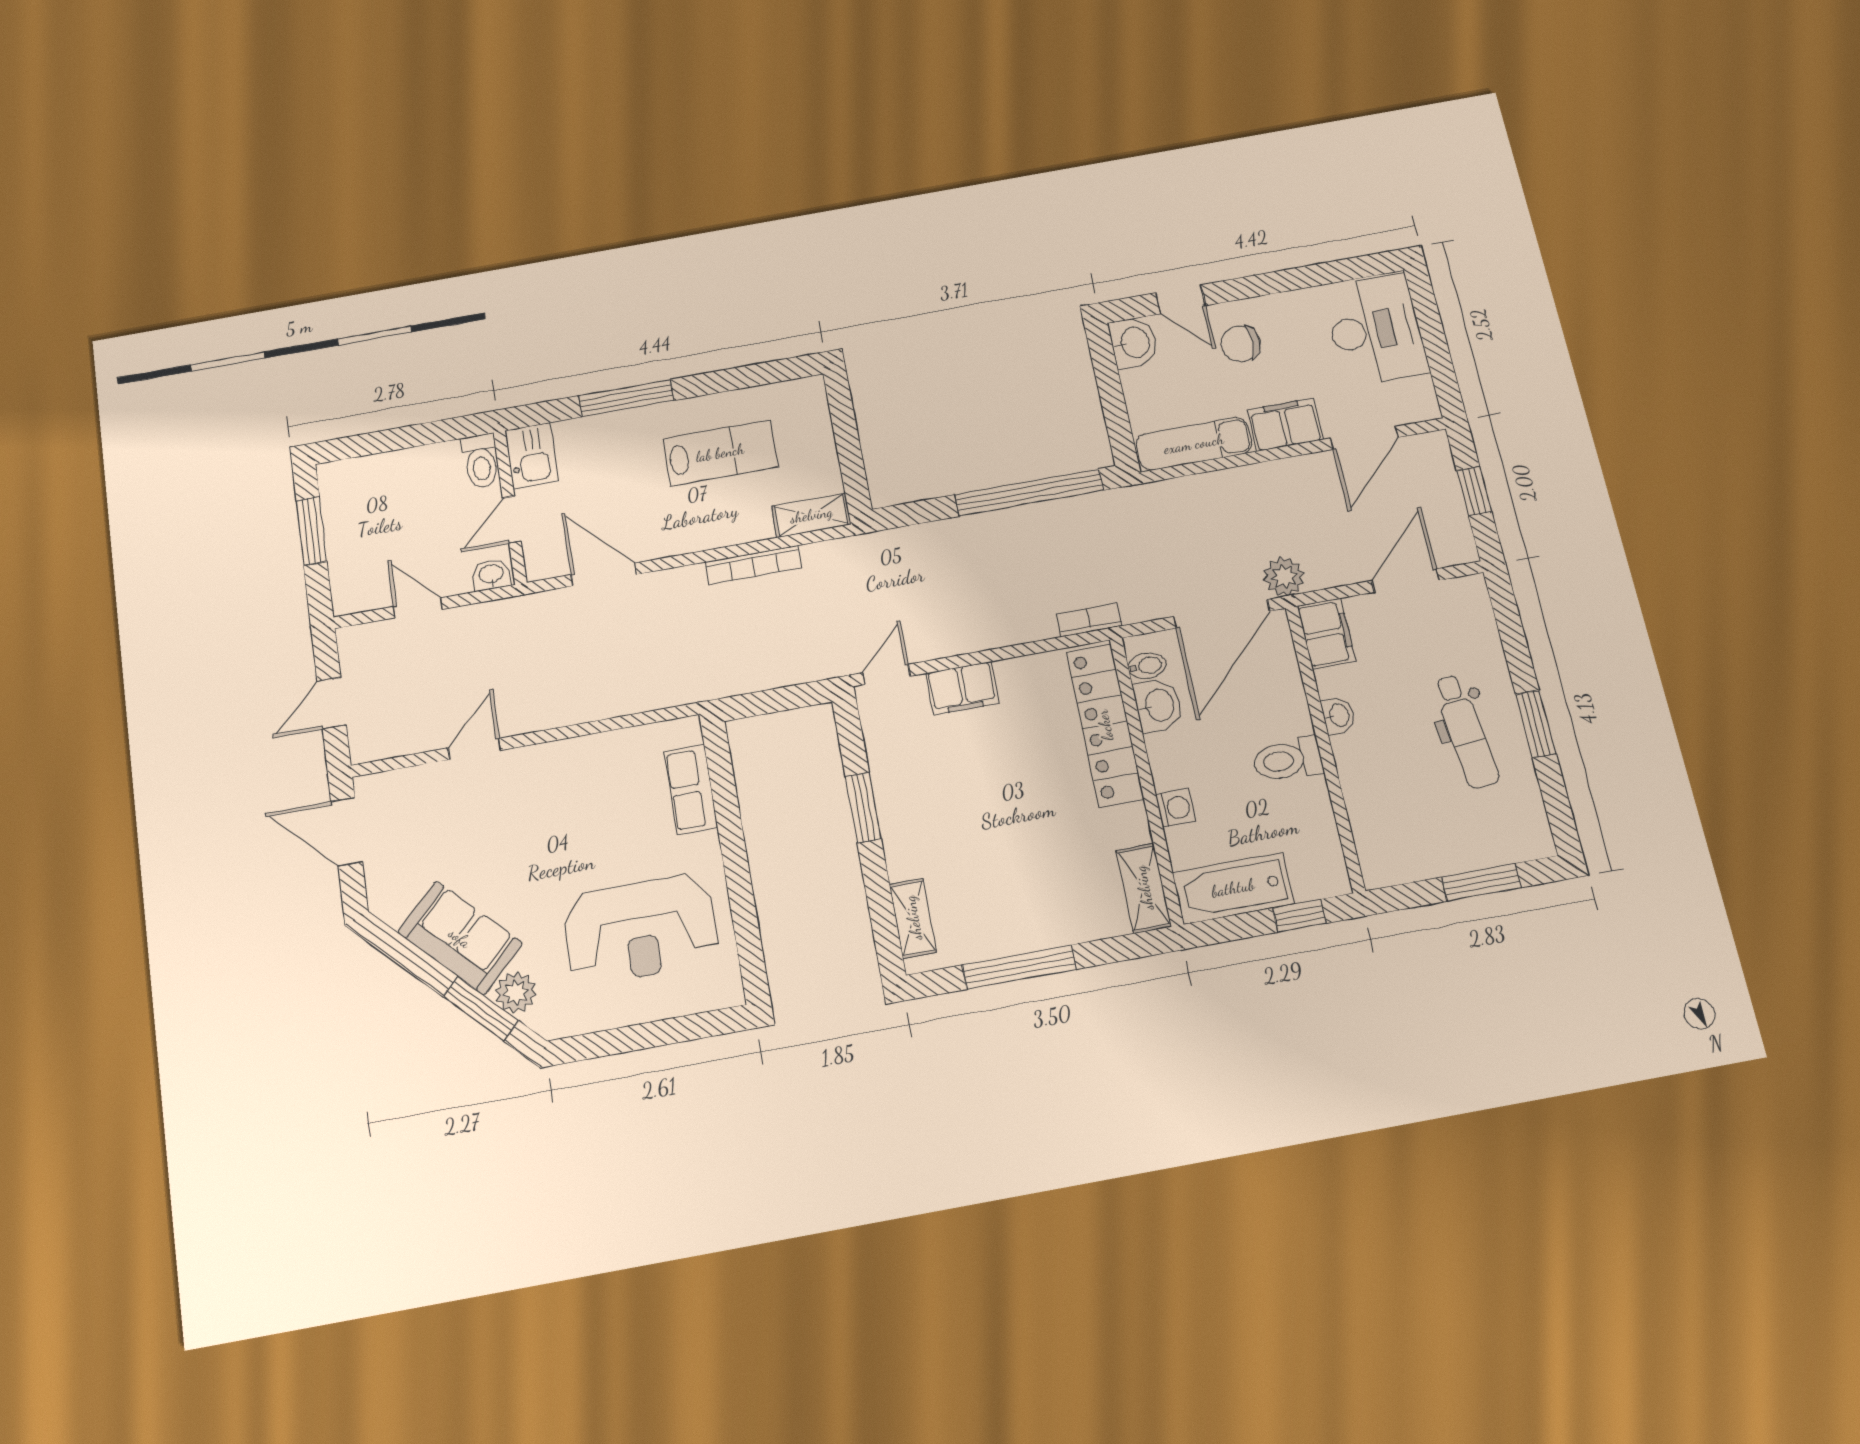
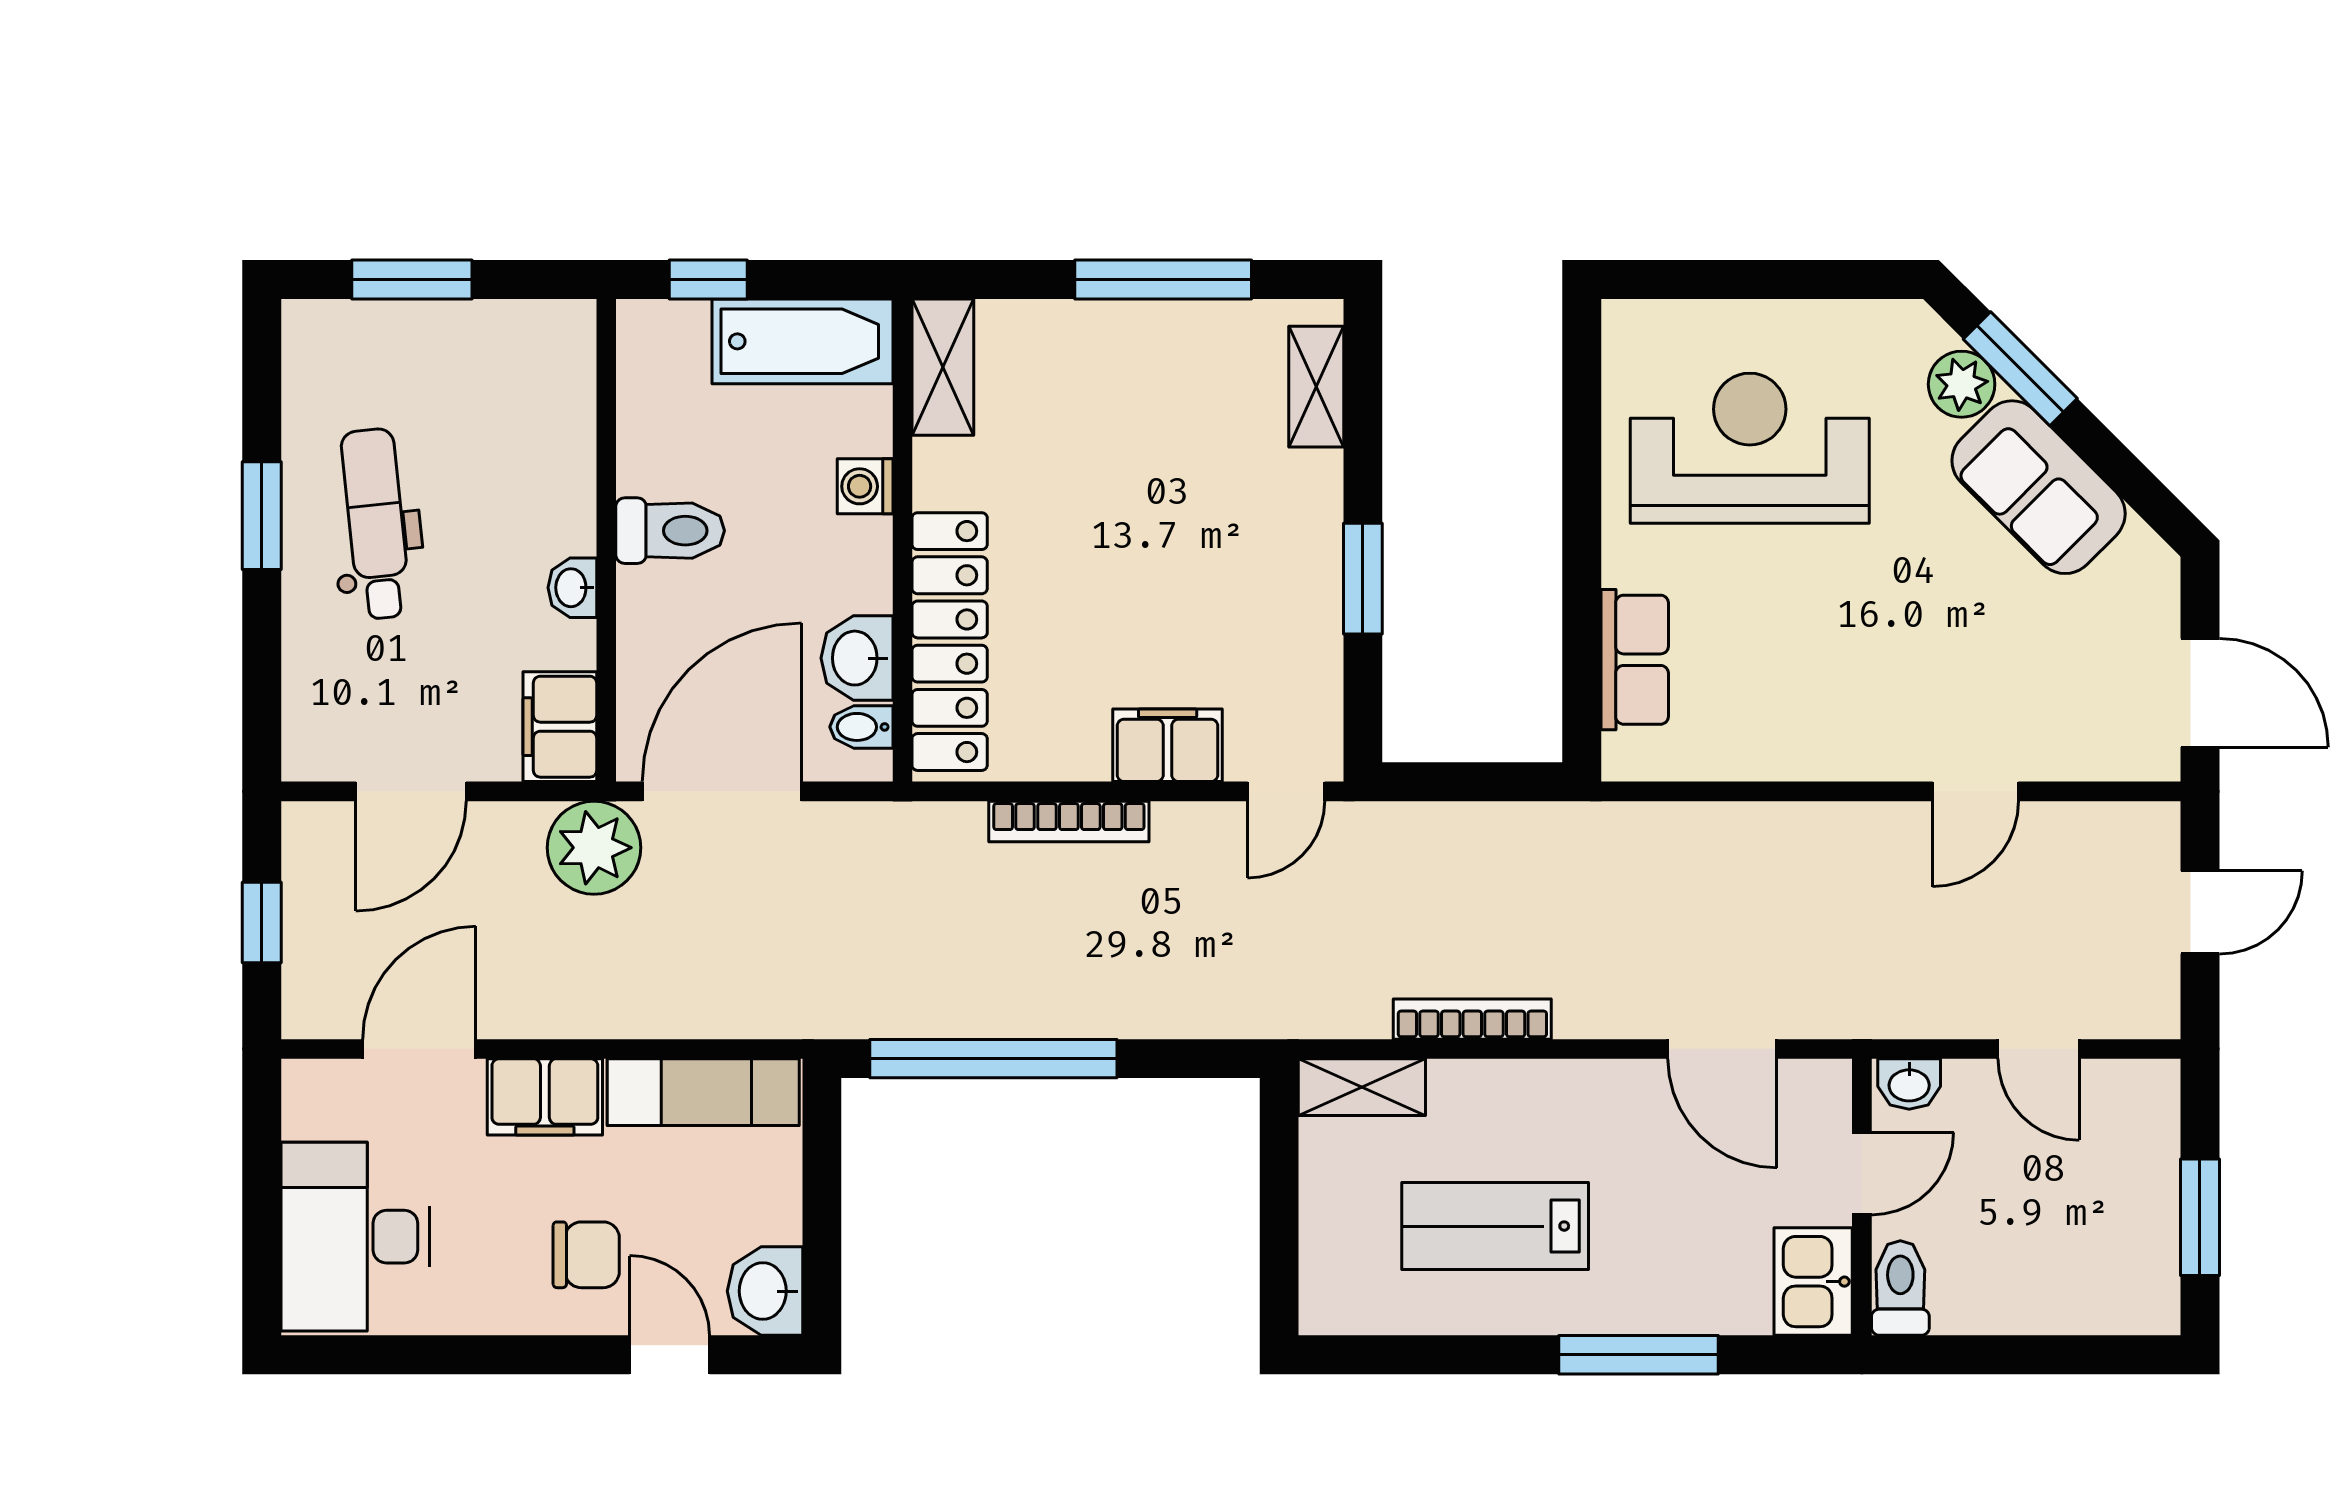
plant: (1284, 577) -> (594, 848), width x1.36, depth x1.36
bookcase: (1089, 620) -> (1069, 821), moved, width x1.56

